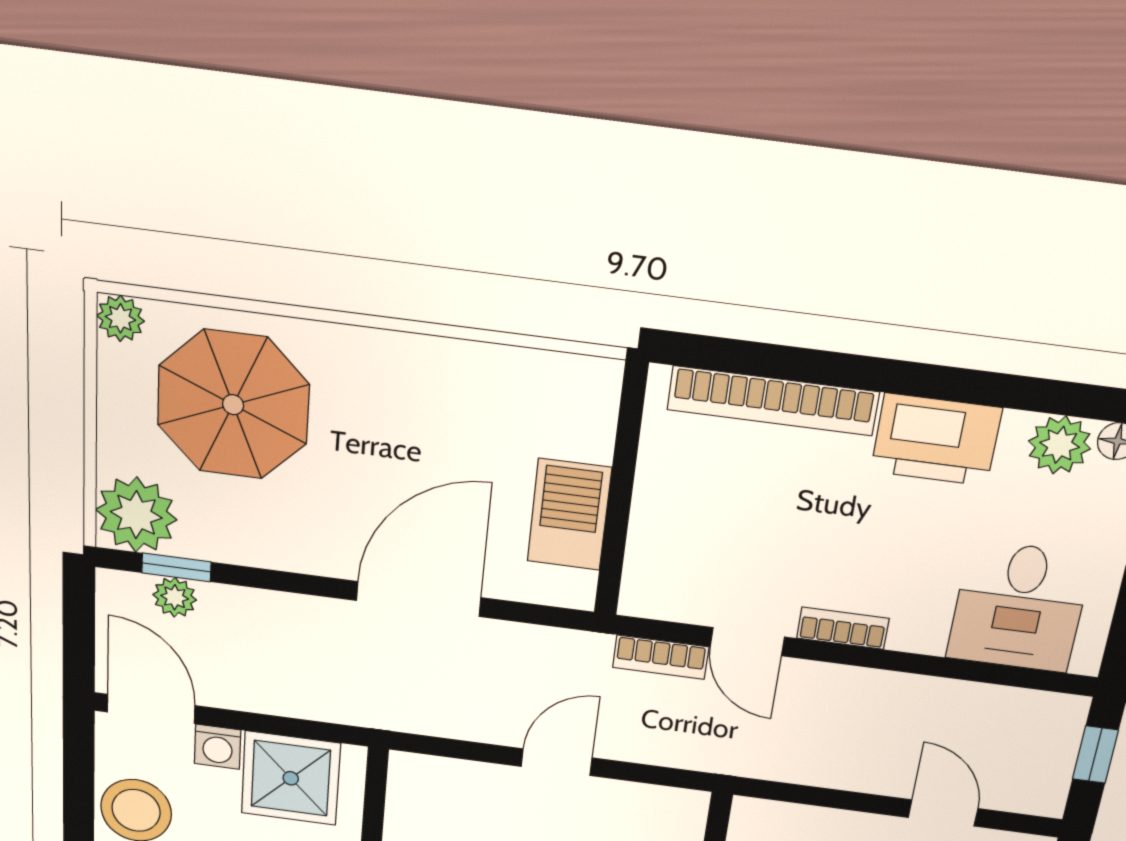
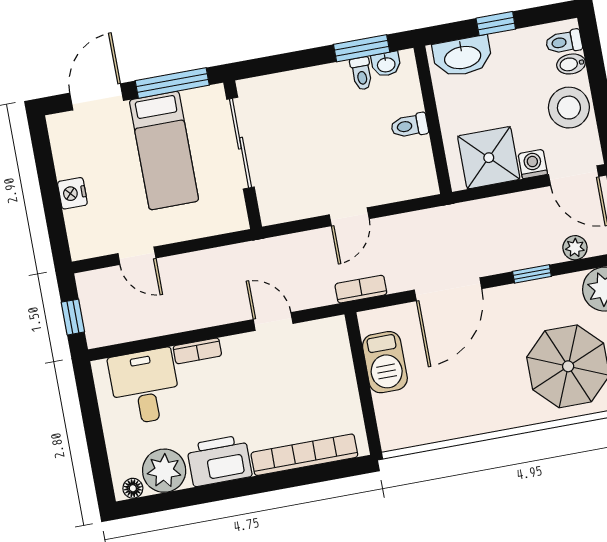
plant: (1060, 445) -> (164, 471), width x1.36, depth x1.36
window: (176, 567) -> (532, 274), moved
bookcase: (843, 628) -> (197, 351), moved
bookcase: (661, 657) -> (361, 289), moved

